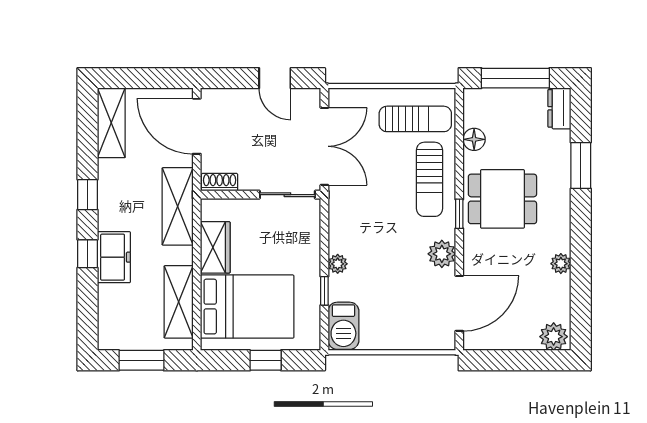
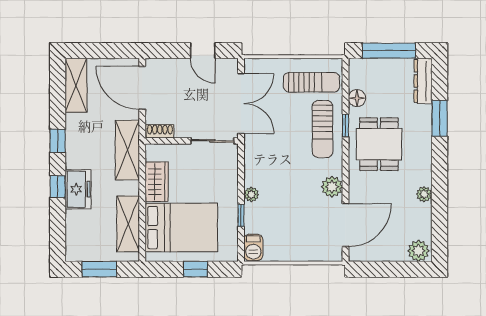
dresser: (559, 108) -> (423, 81), width x1.44
dining table: (502, 199) -> (379, 144), turned 90
window: (459, 214) -> (346, 126), moved
barbecue: (343, 326) -> (253, 247), width x0.73, depth x0.79

